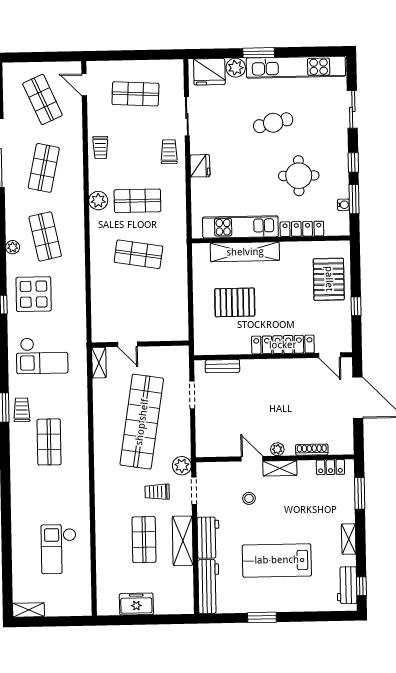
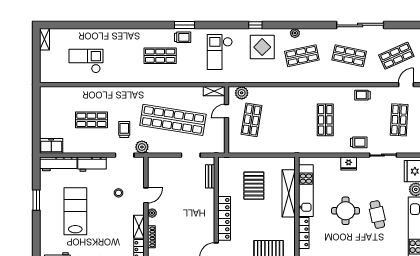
round table: (299, 176) -> (346, 211), moved
plant: (98, 201) -> (242, 93), moved
shop shelf: (138, 254) -> (251, 120), moved
shelving: (280, 468) -> (139, 227), moved
shelving: (183, 541) -> (90, 147), removed
freezer: (136, 604) -> (51, 146), moved, turned -90

